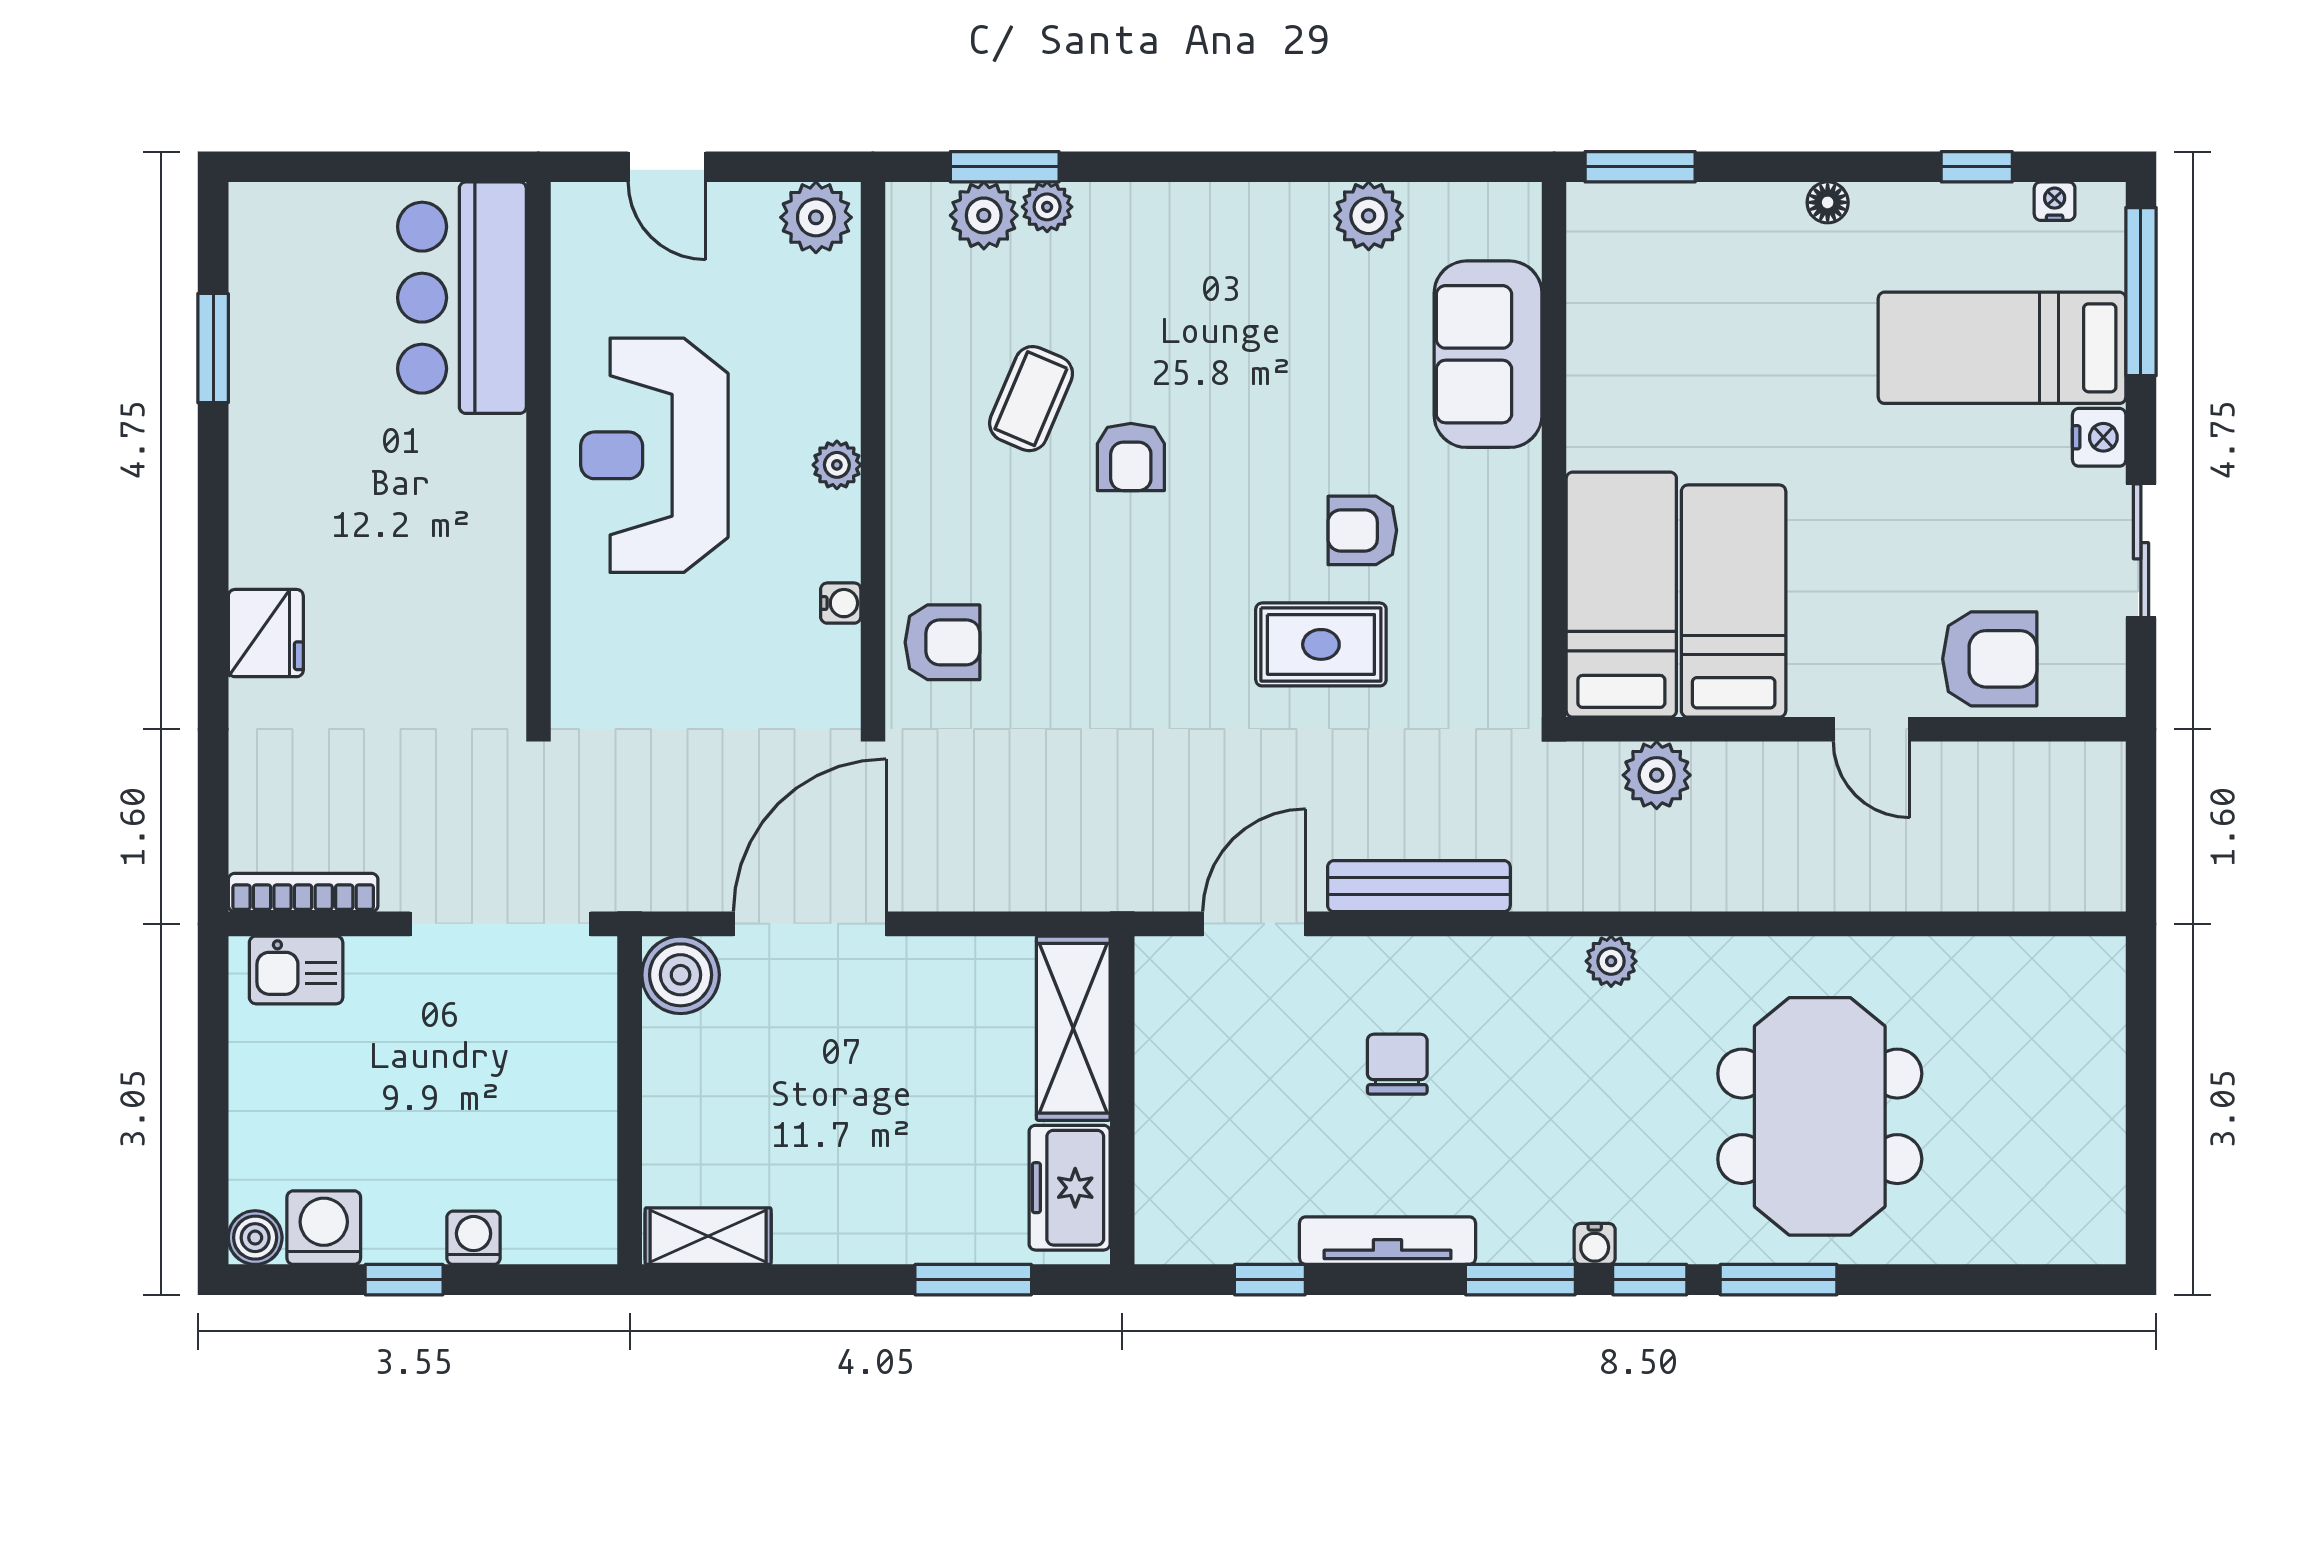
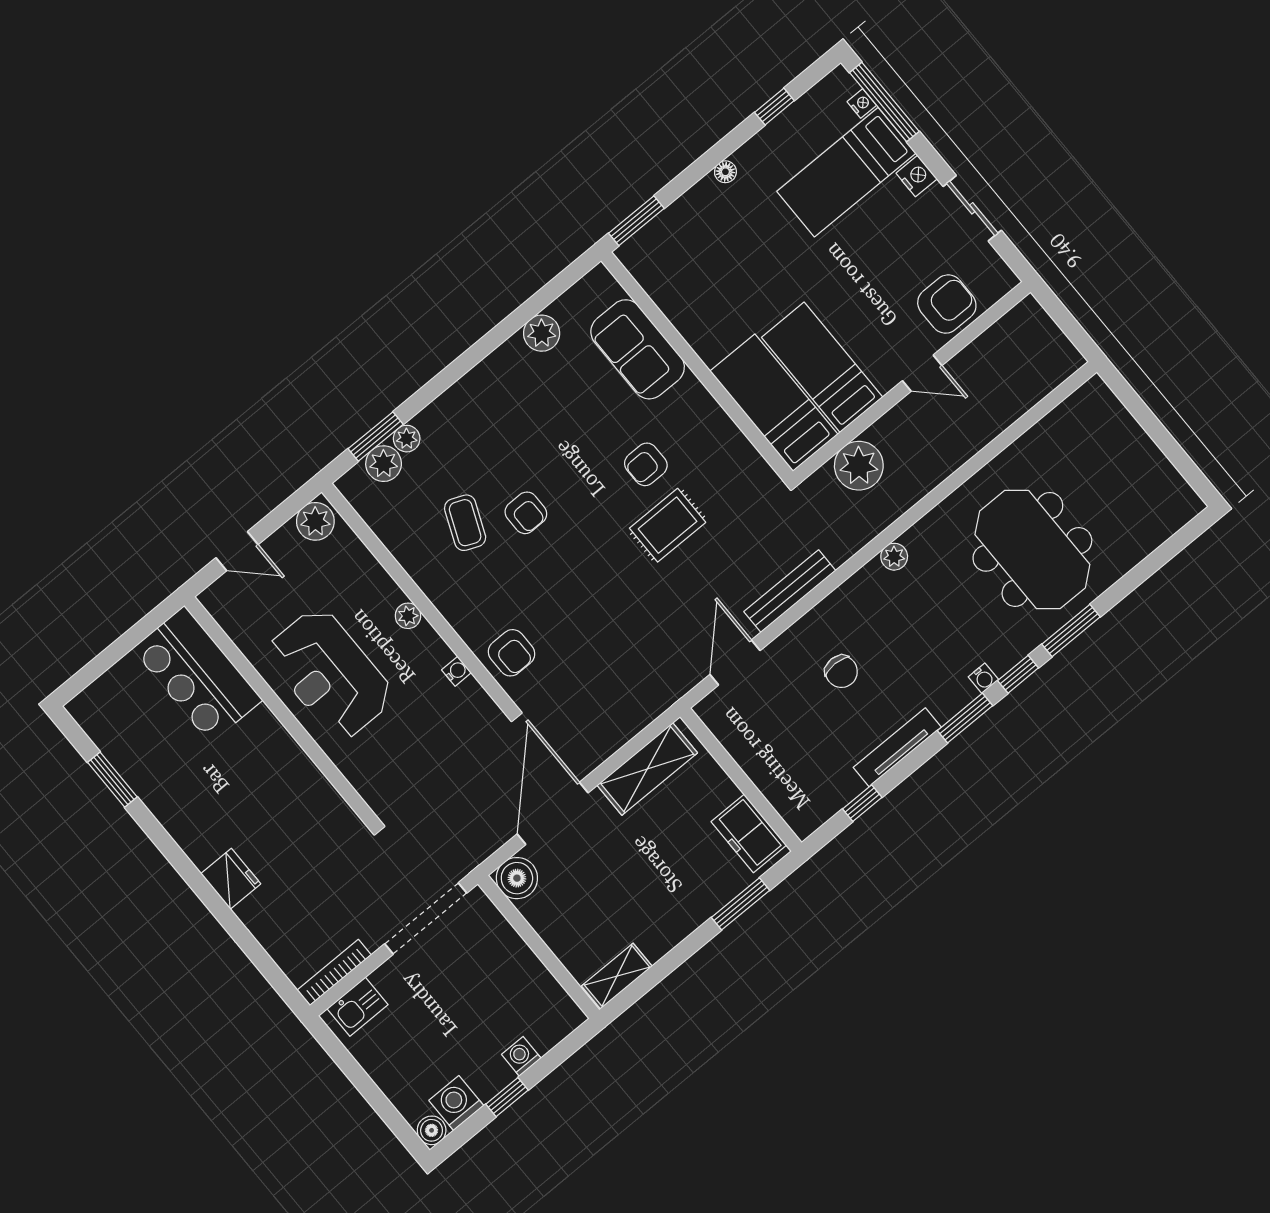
nightstand: (2055, 201) -> (862, 104), moved, turned 90
armchair: (942, 642) -> (512, 653), turned 90
plant: (1657, 775) -> (859, 466), width x1.36, depth x1.36
shelving: (1073, 1028) -> (647, 769), moved, turned 90
chair: (1397, 1064) -> (841, 672), turned 180

